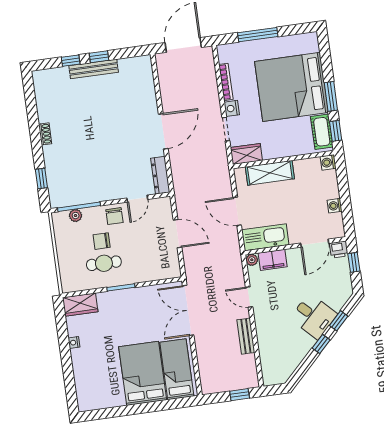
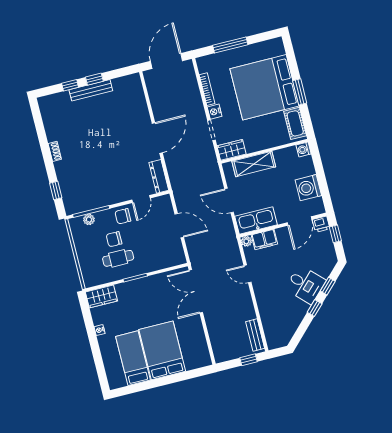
window: (336, 131) -> (307, 121), removed
washing machine: (335, 206) -> (308, 188), width x1.89, depth x1.89
chair: (114, 216) -> (123, 216), turned 90
bench: (246, 336) -> (255, 335), moved
bed: (177, 369) -> (133, 358), moved

